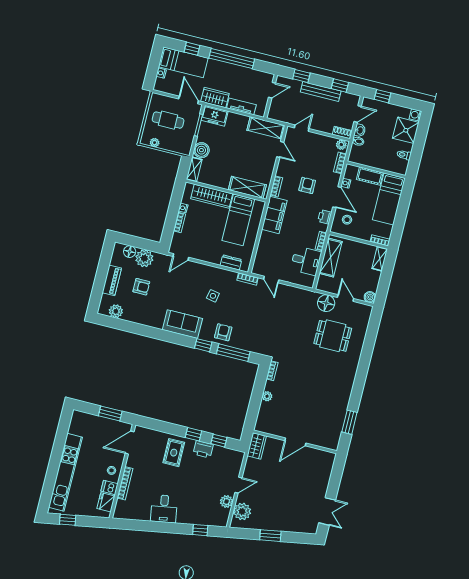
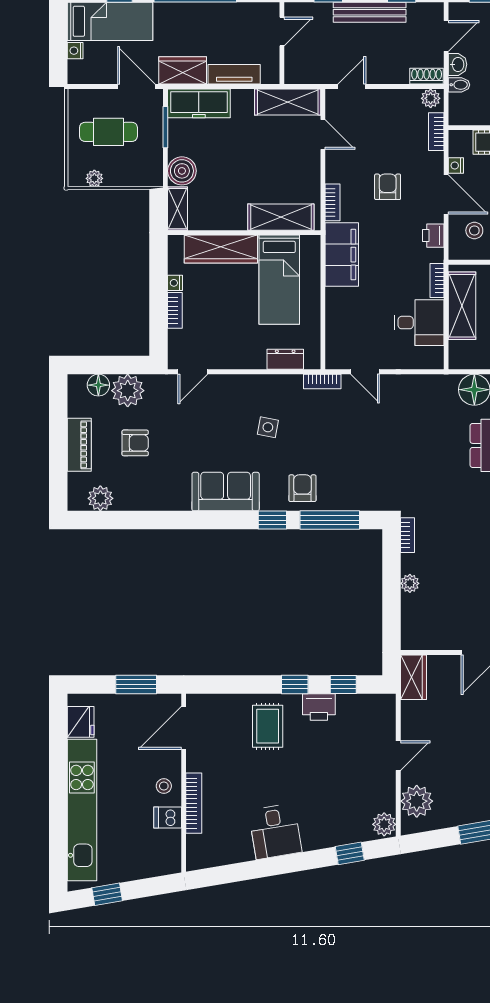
freezer: (215, 116) -> (199, 103), width x1.40
fridge: (106, 502) -> (81, 722), moved, turned 180
plant: (226, 502) -> (384, 824), moved

